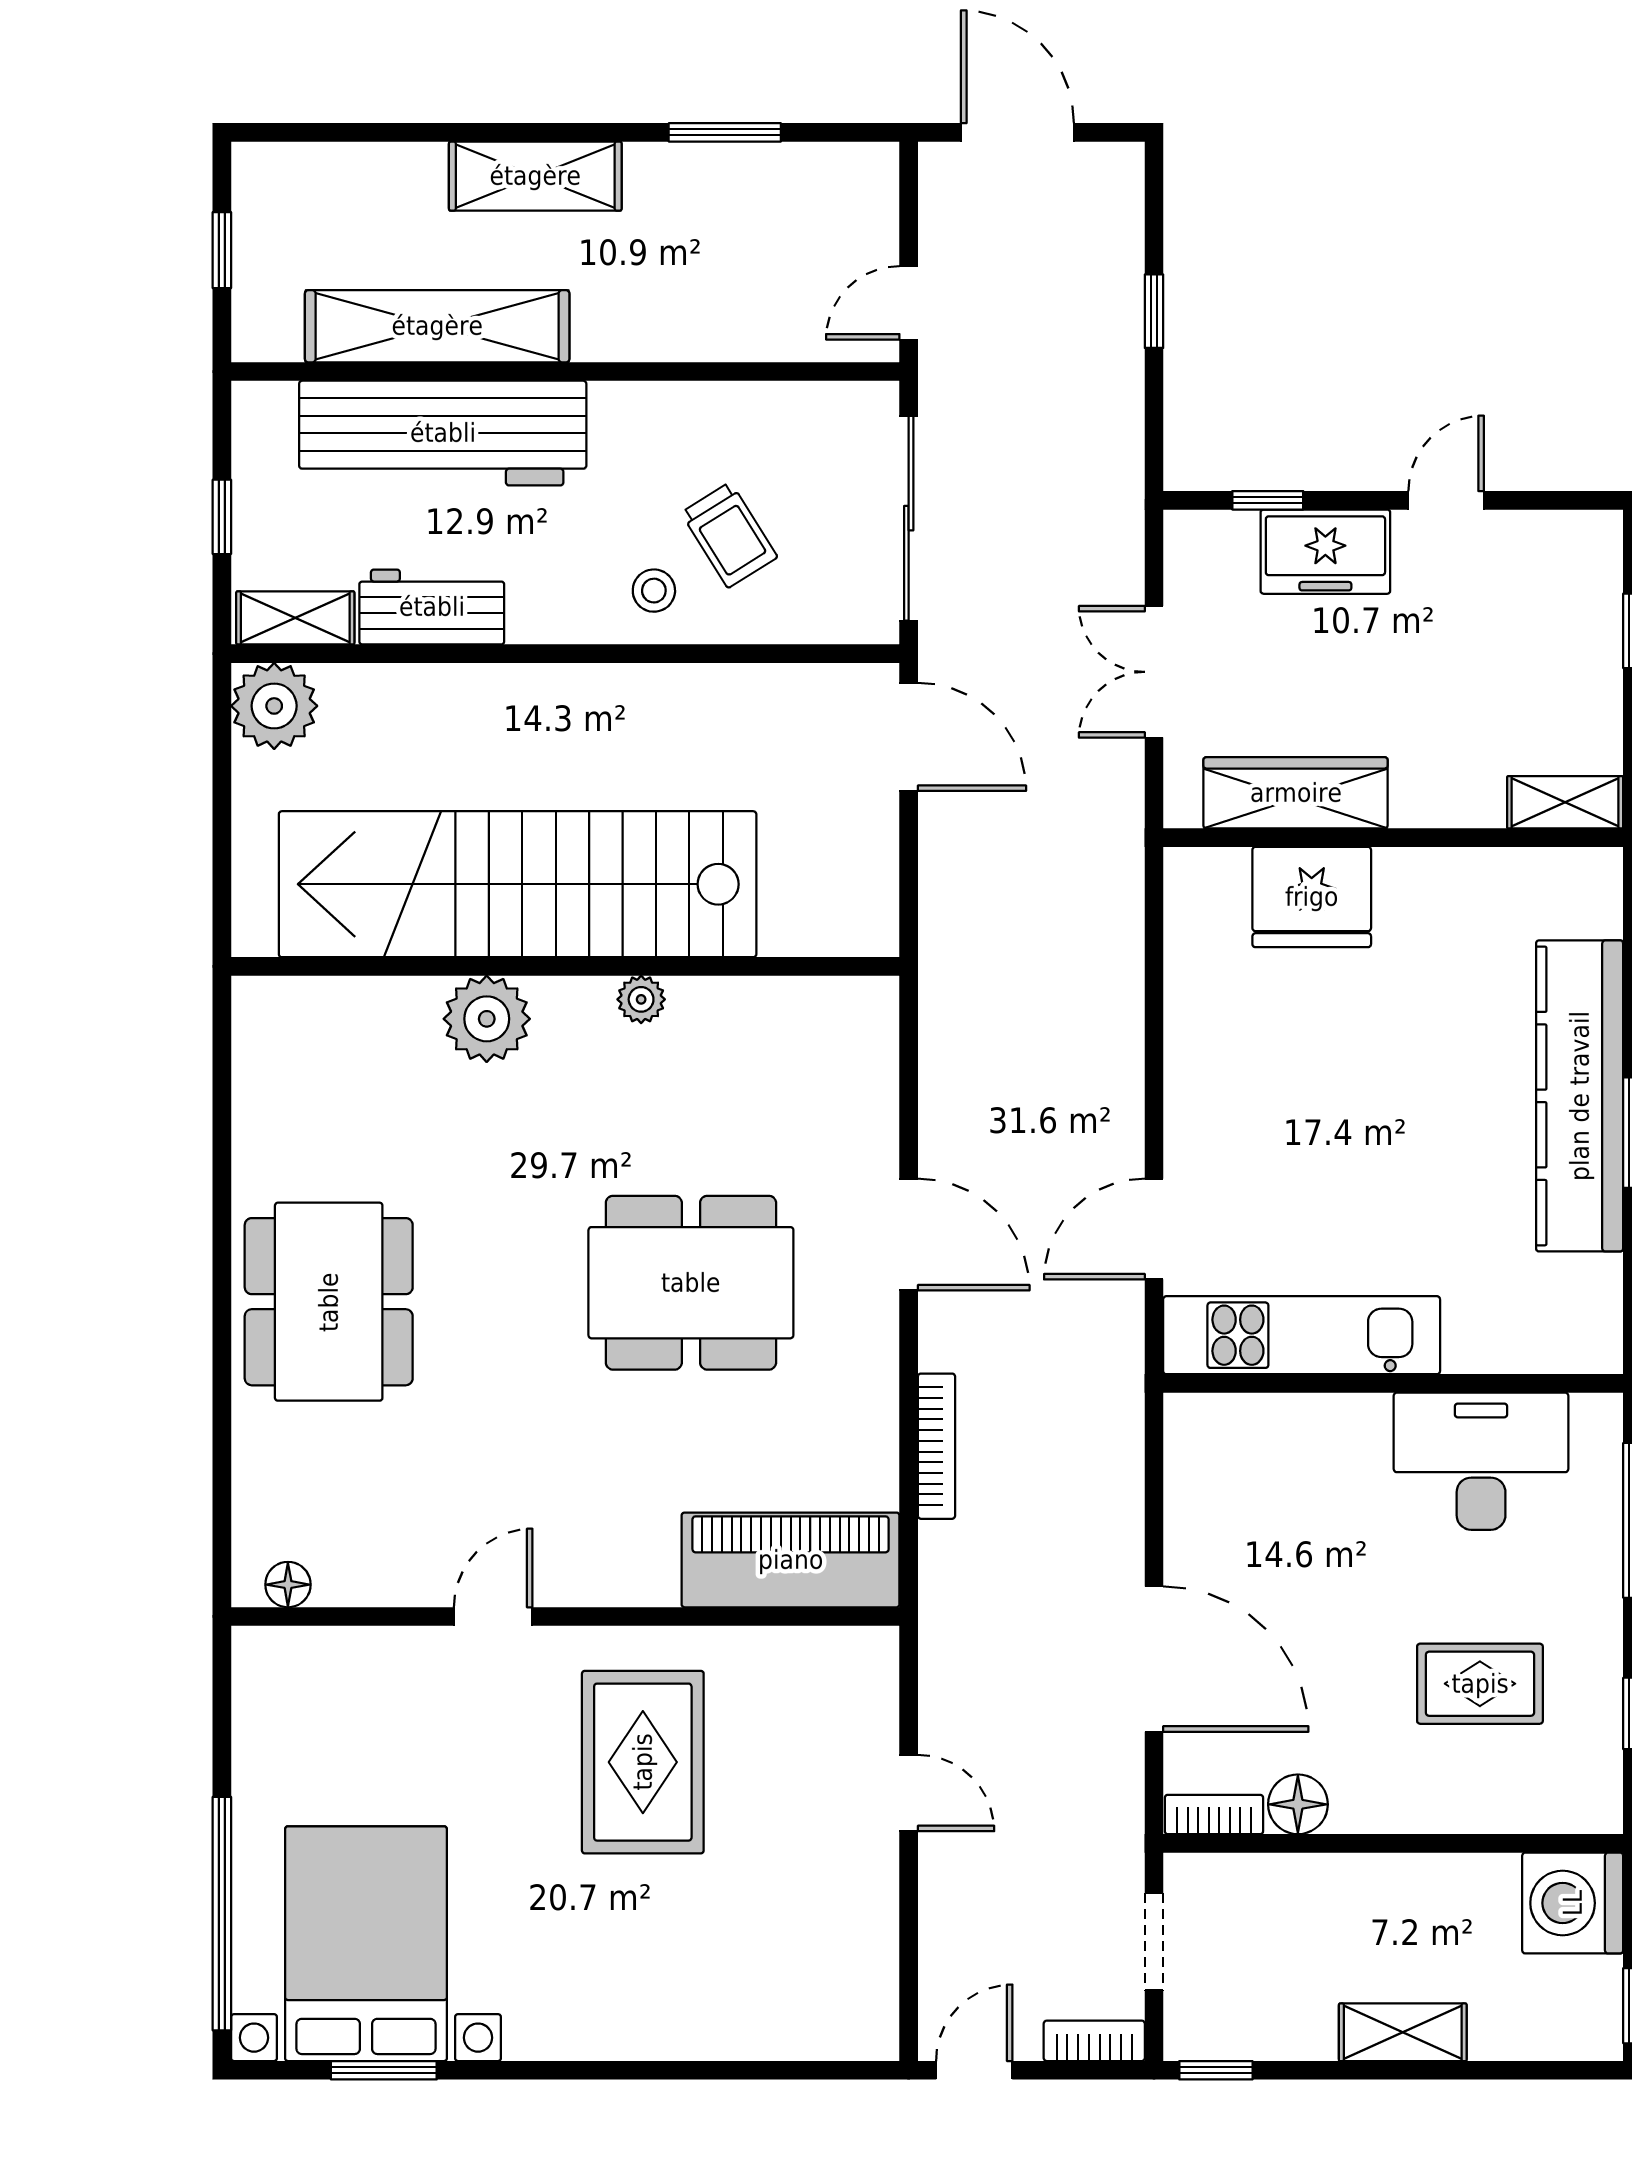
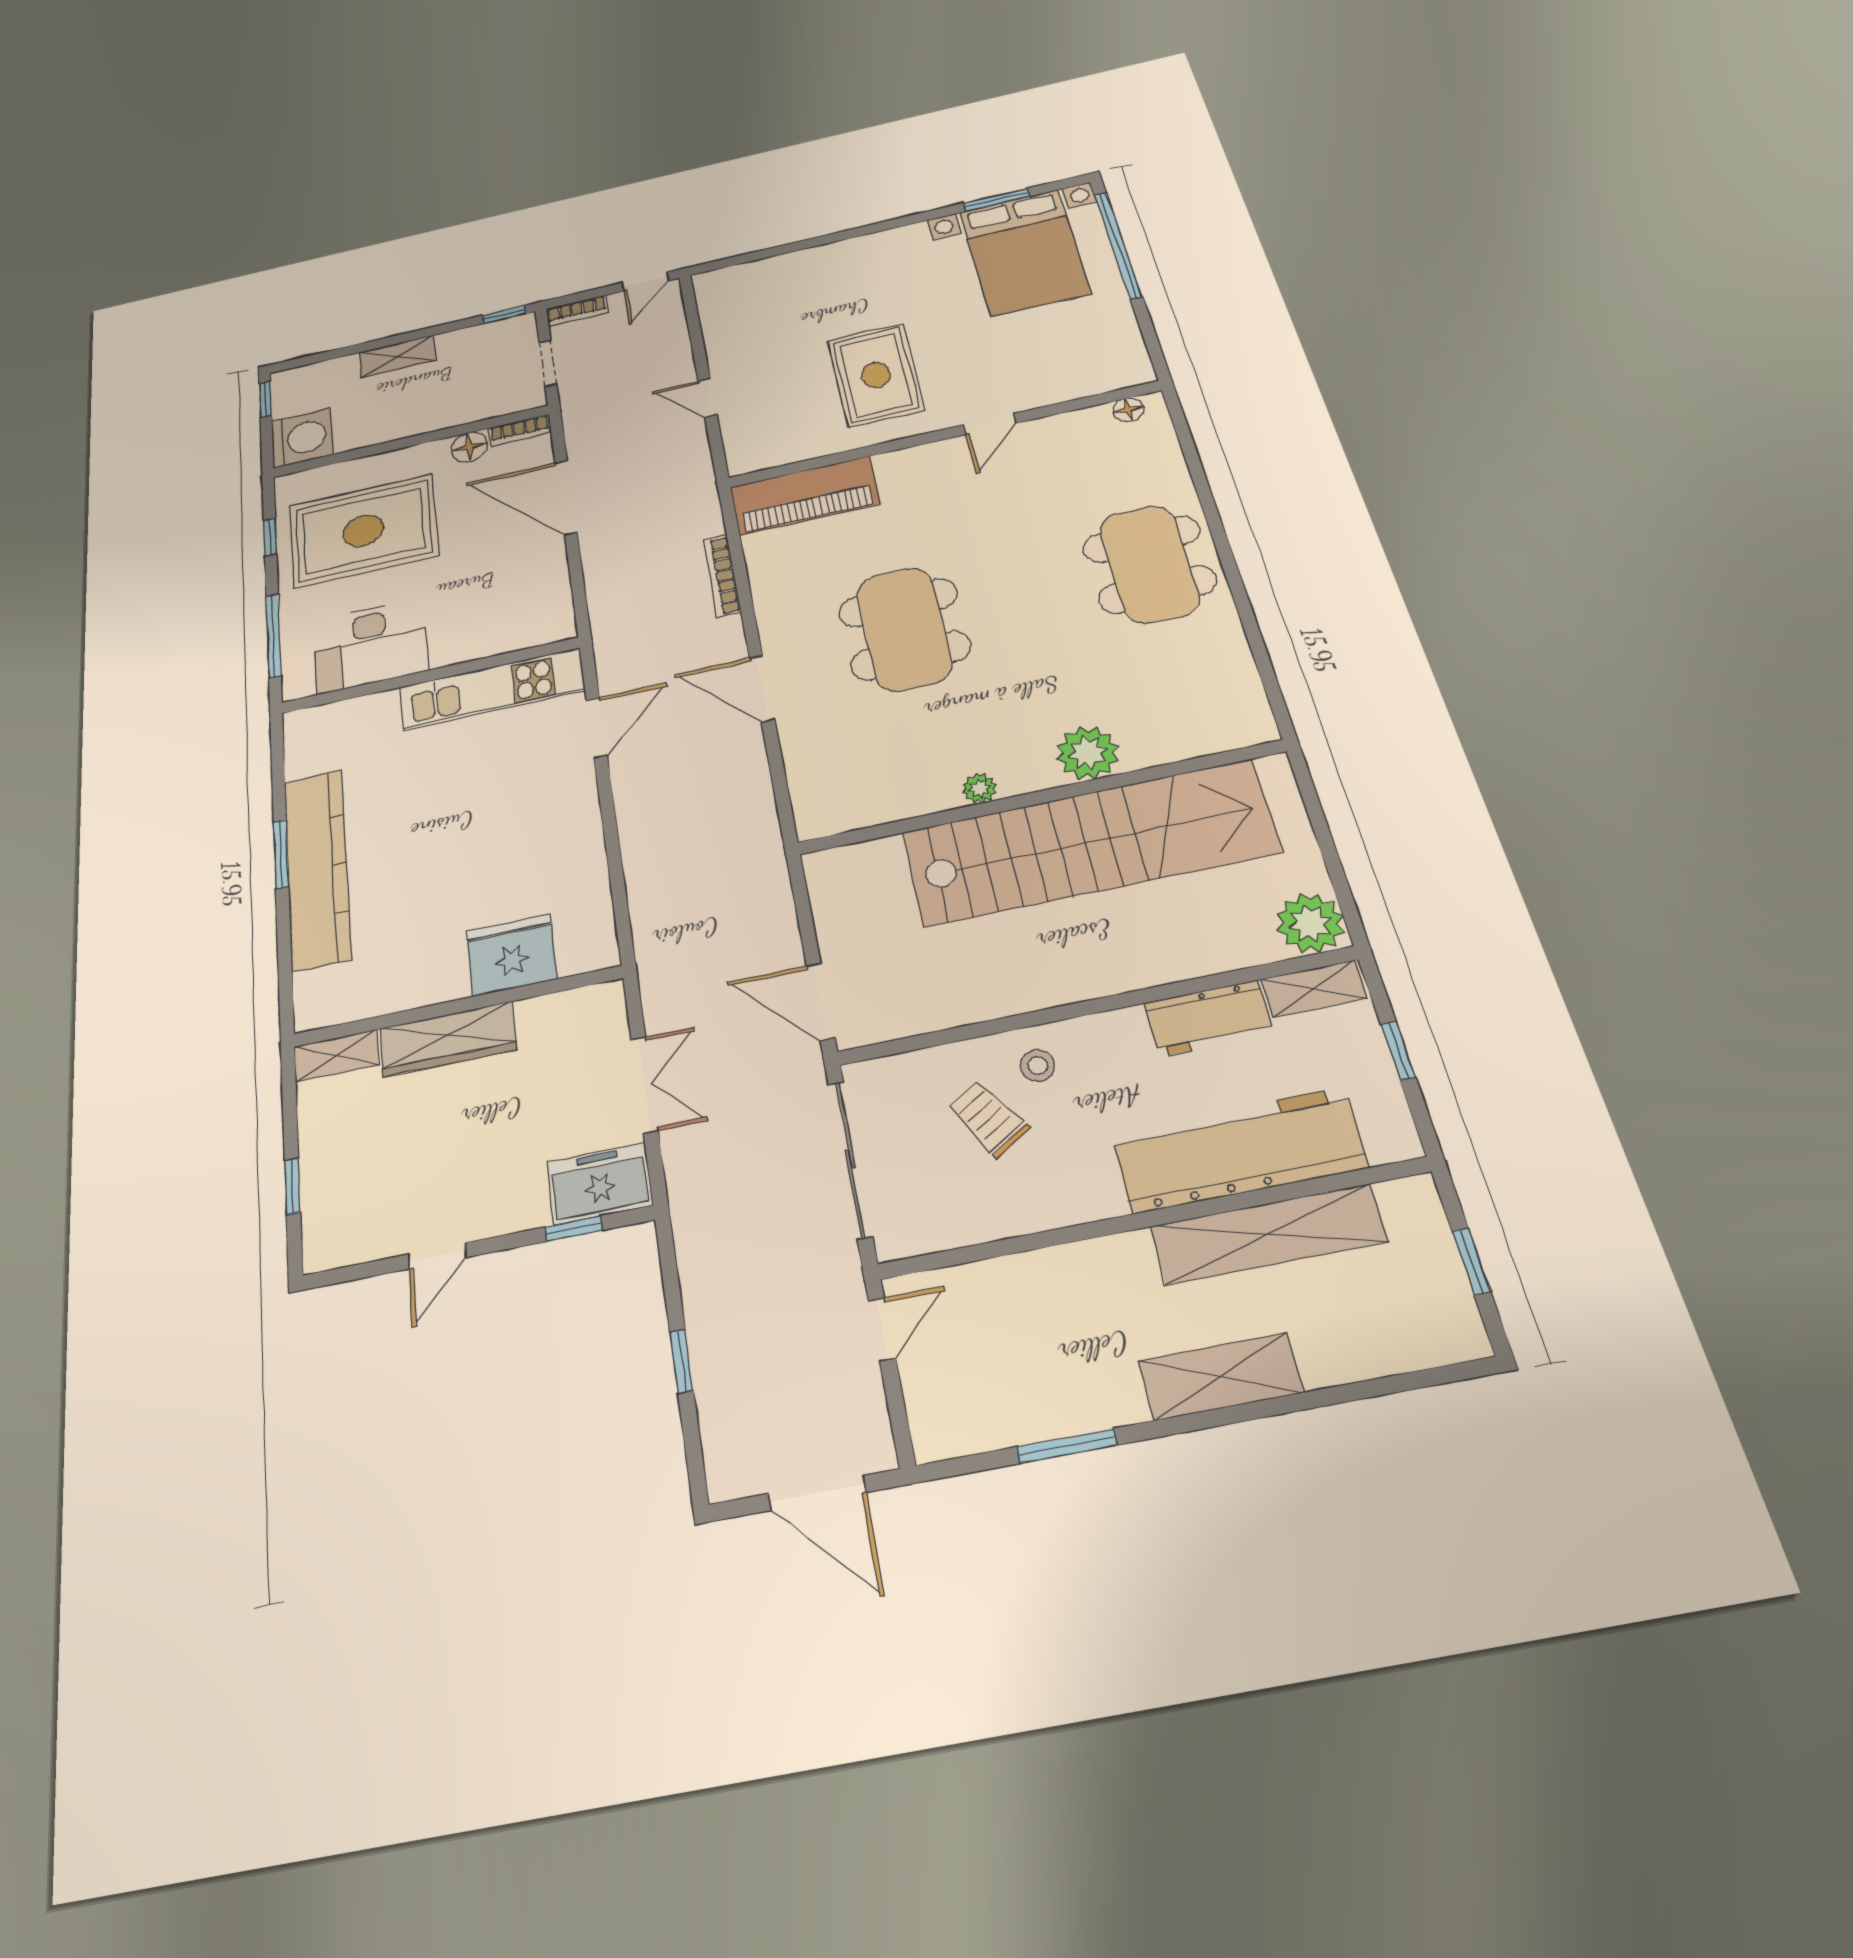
freezer: (1325, 552) -> (600, 1184), moved
wardrobe: (1296, 793) -> (448, 1039), moved
dining table: (691, 1283) -> (904, 629), turned 90
rug: (1480, 1684) -> (363, 531), width x1.86, depth x2.06

